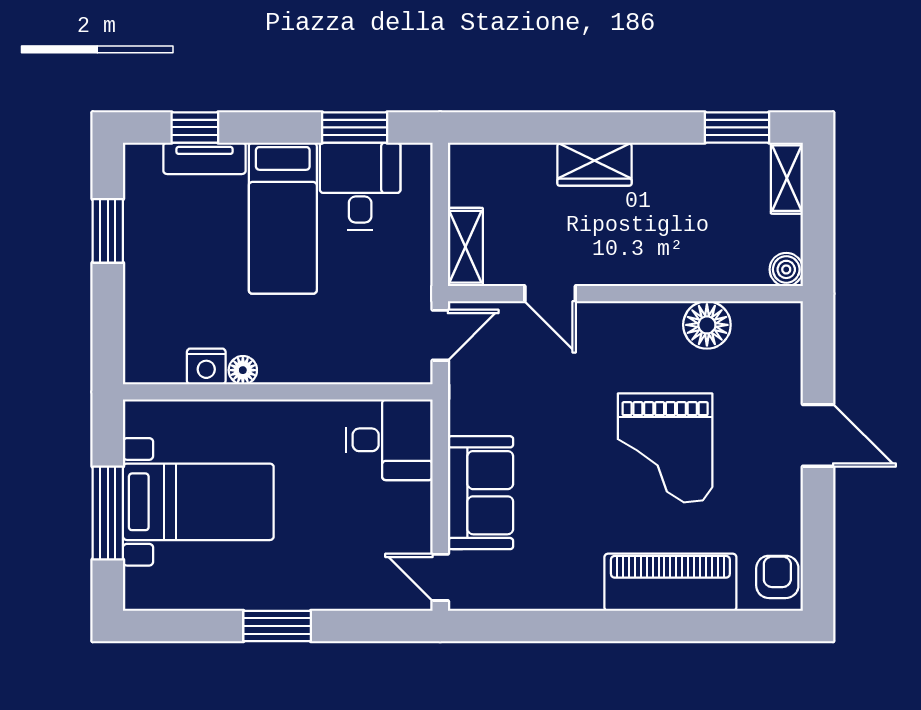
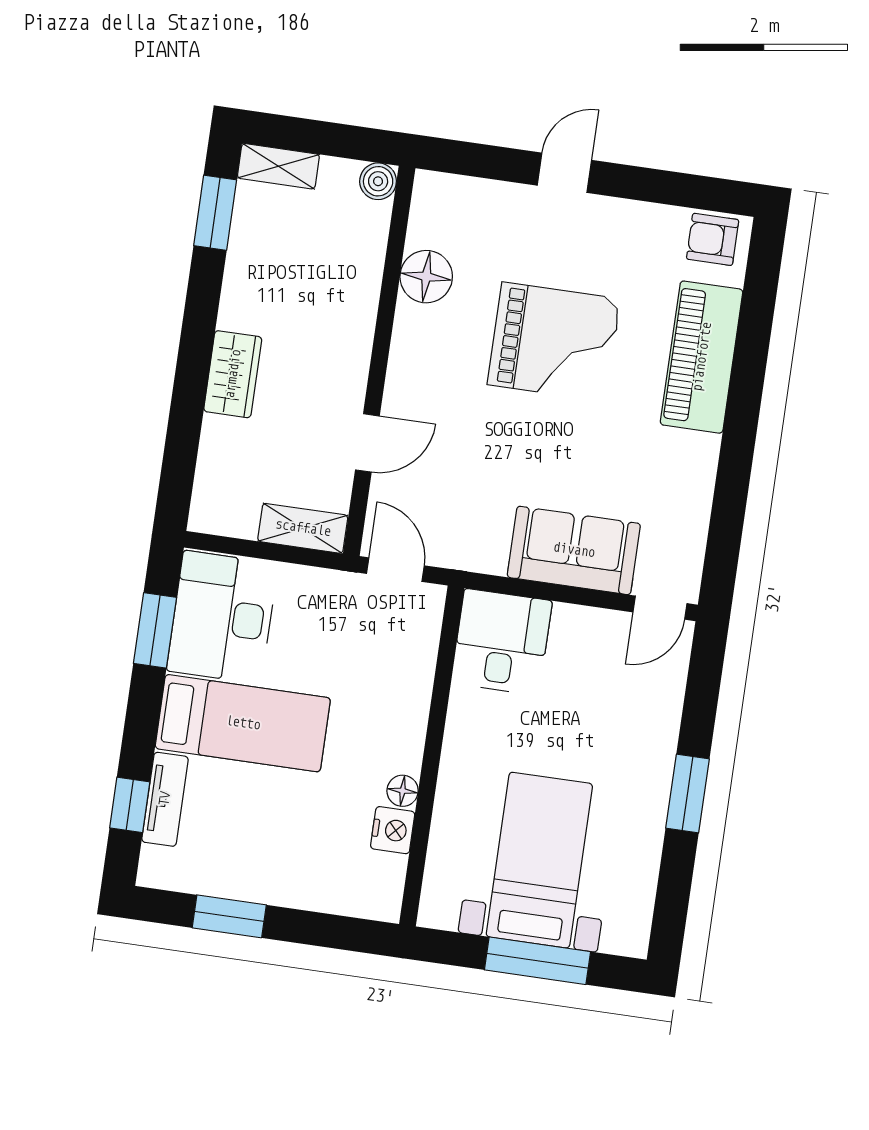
desk: (360, 186) -> (222, 617), width x1.37
door: (818, 435) -> (564, 173), width x0.73

